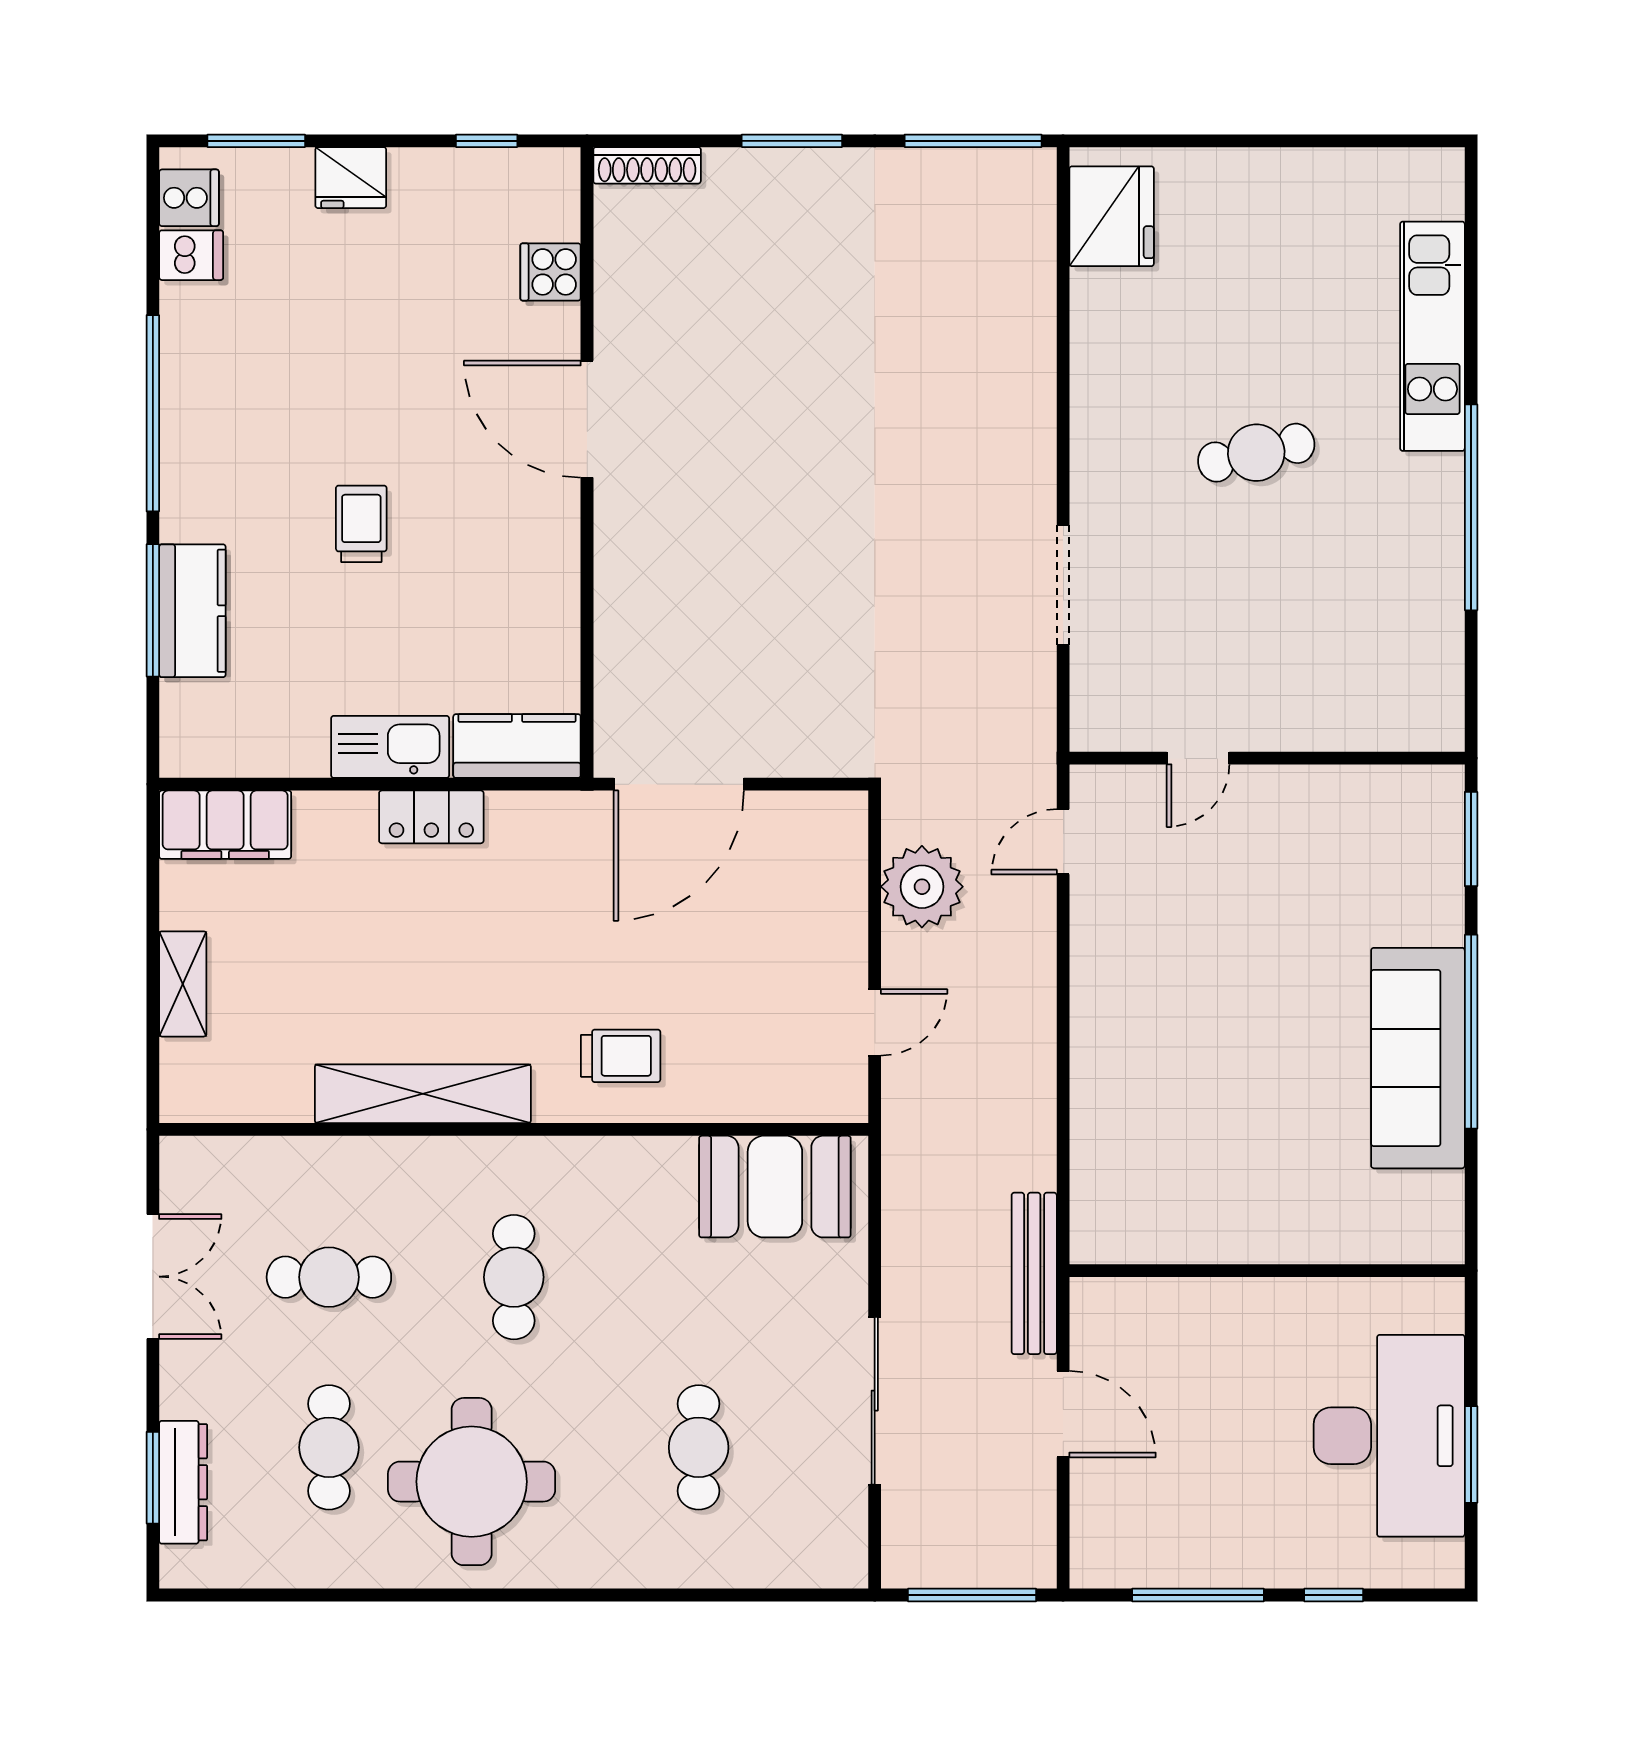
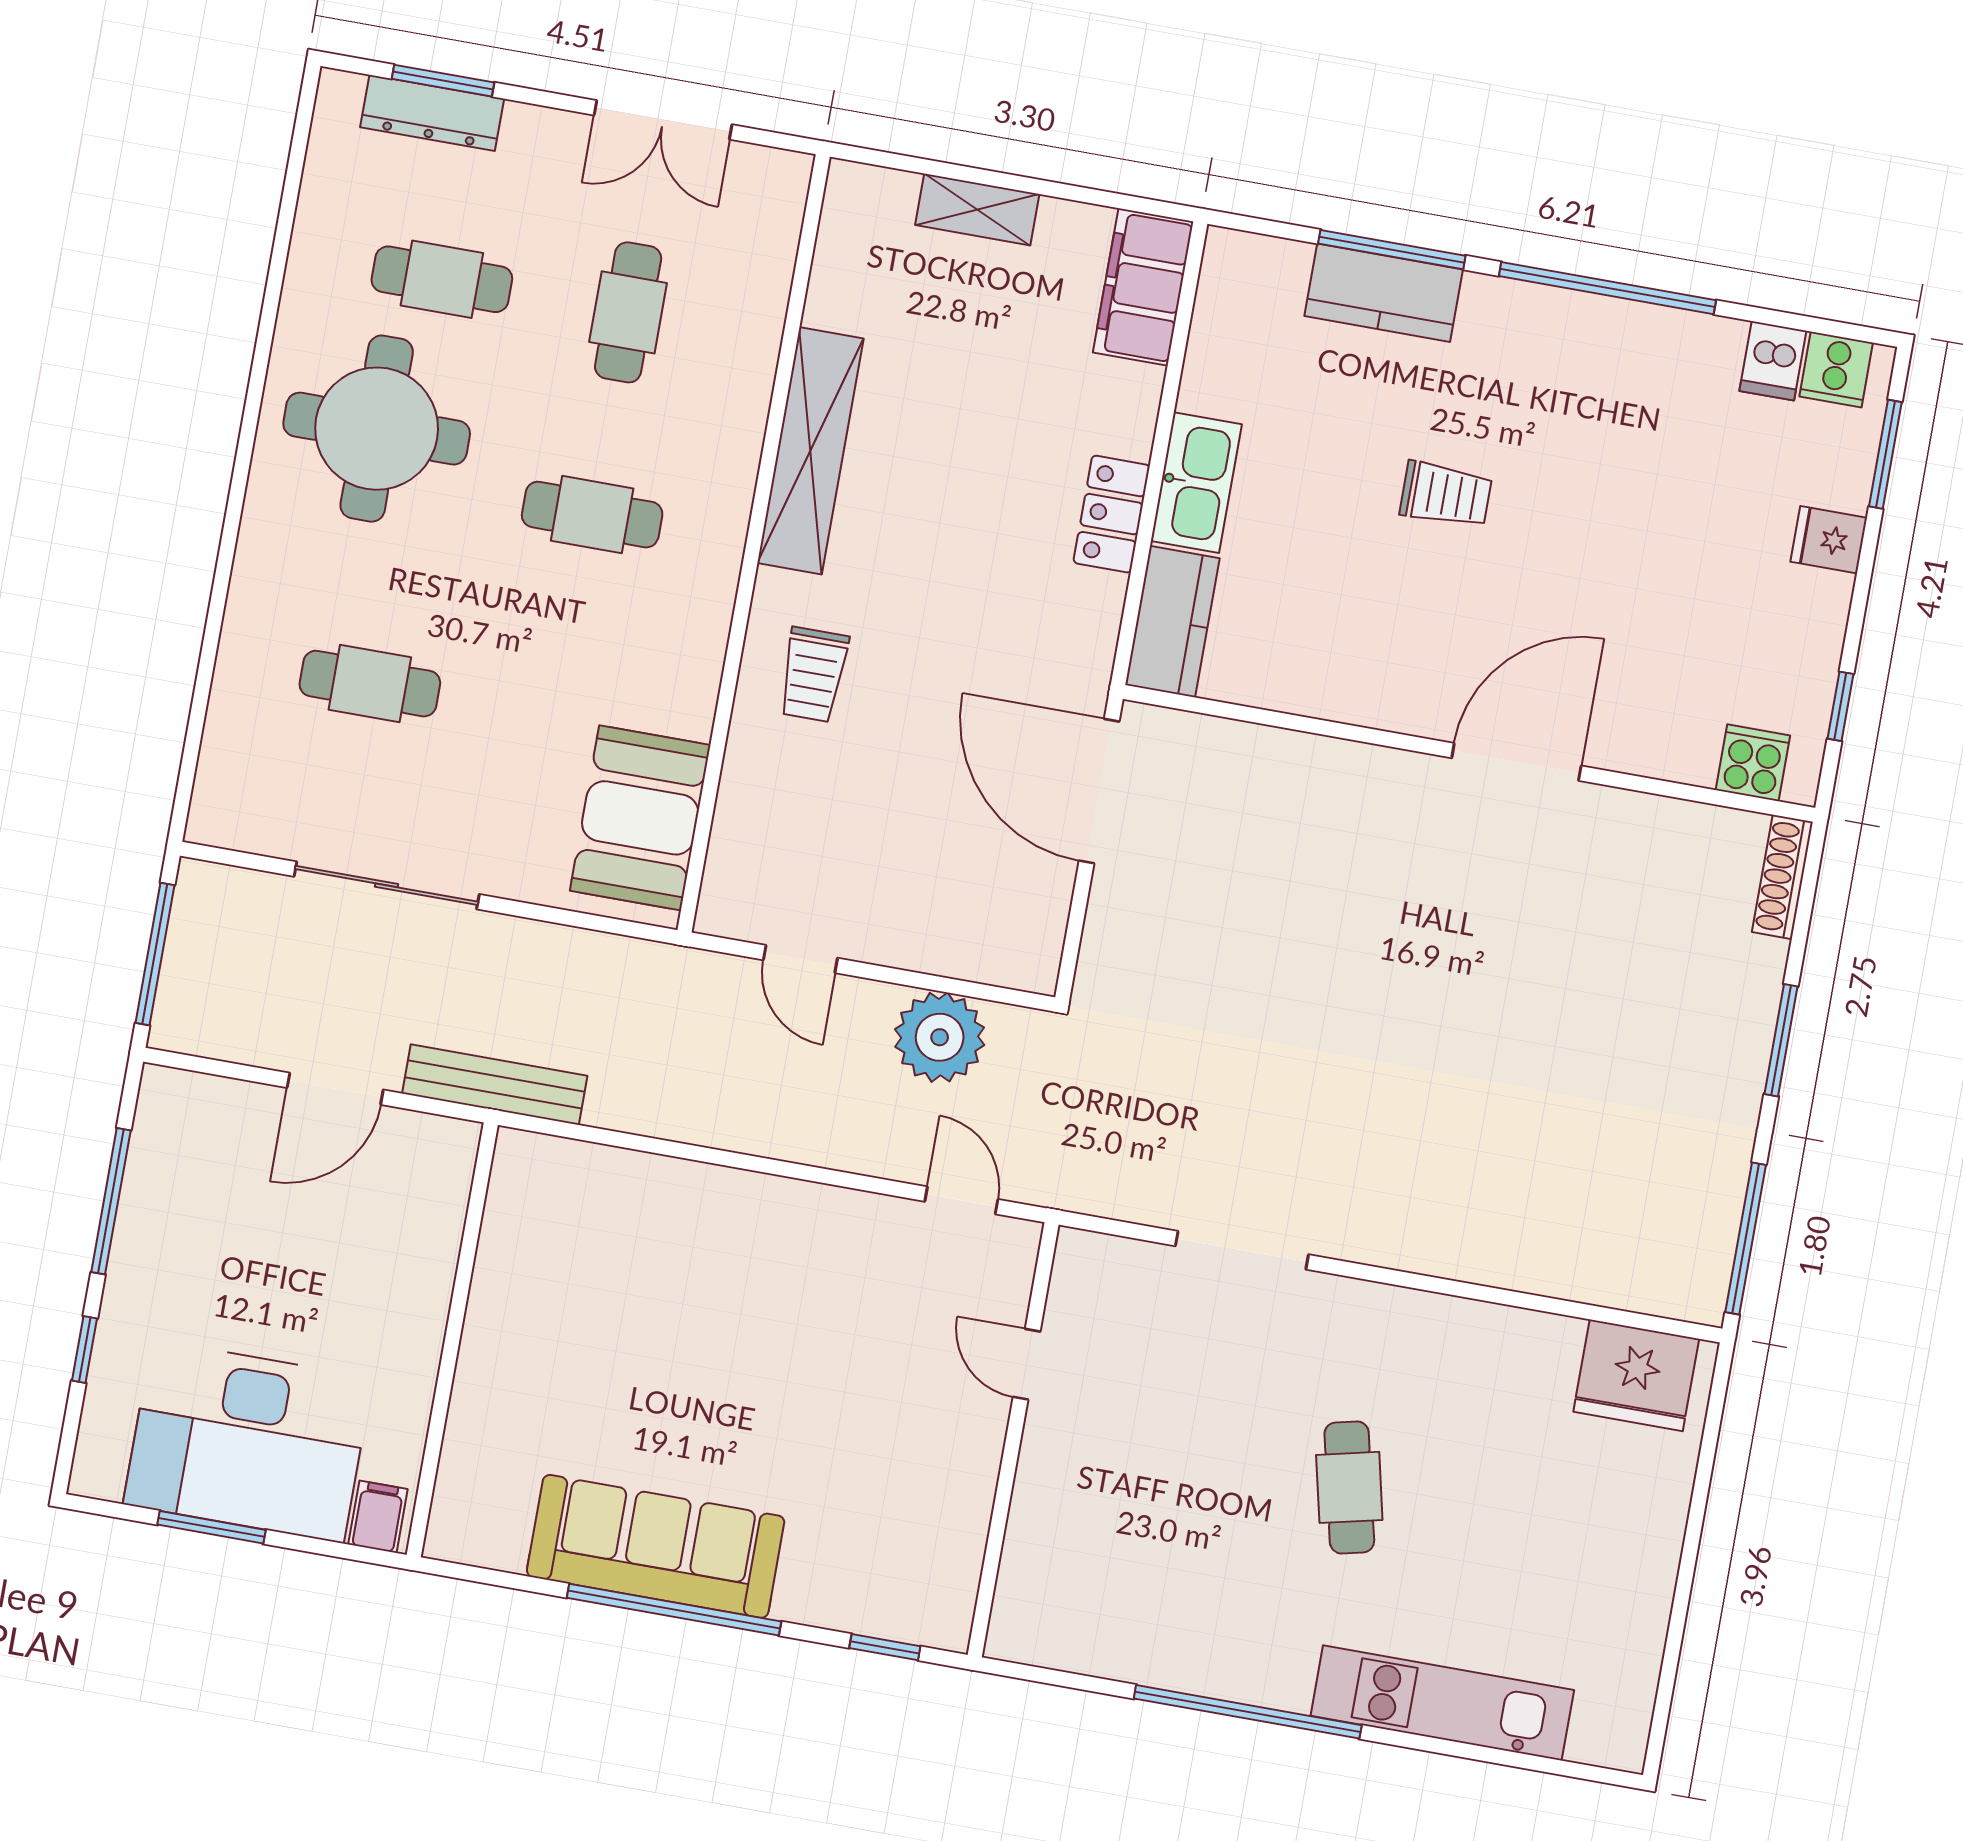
fridge: (351, 178) -> (1829, 540), width x0.72
cooker: (551, 272) -> (1753, 763), moved
window: (1471, 839) -> (885, 1647), width x0.67
filing cabinet: (1435, 1309) -> (378, 1517), added

